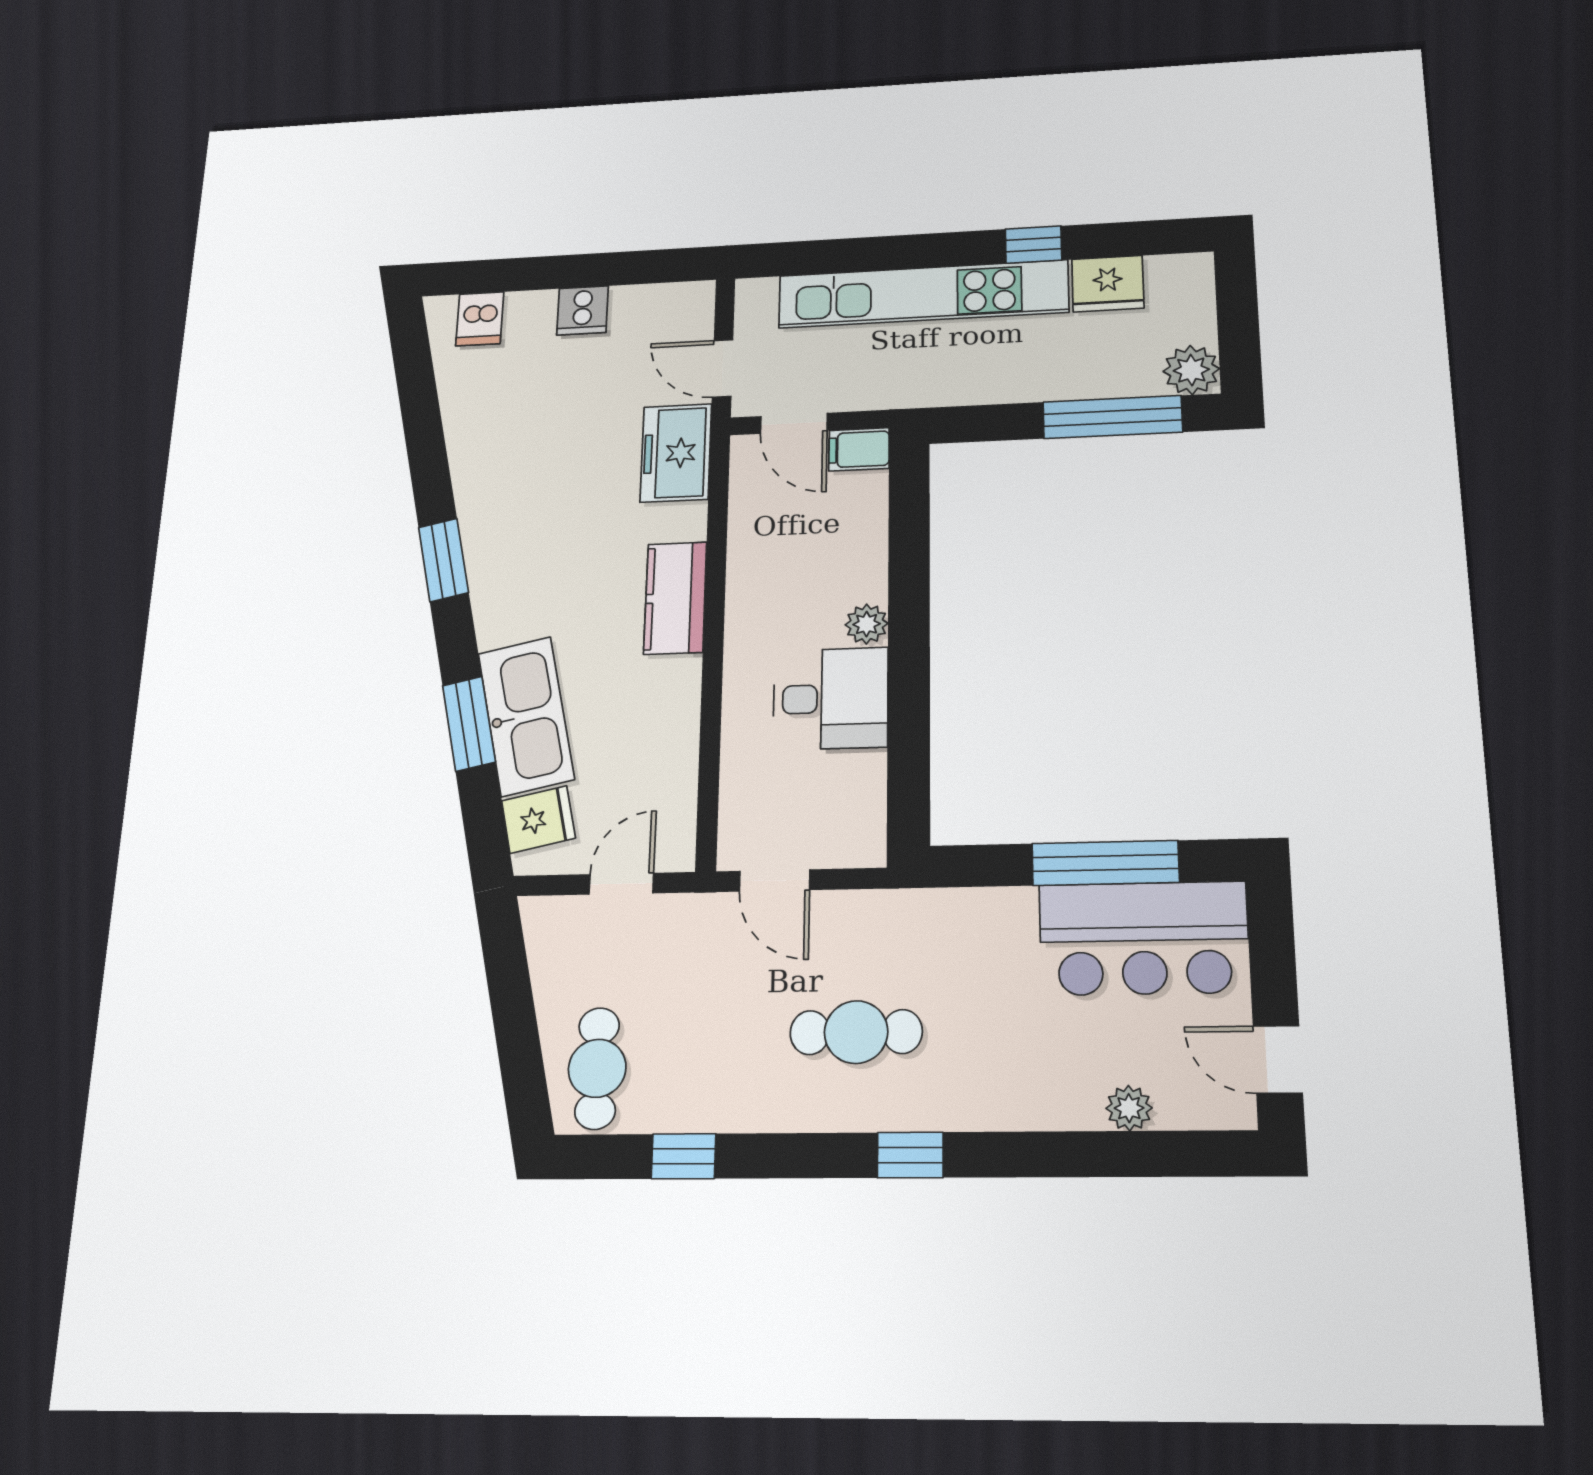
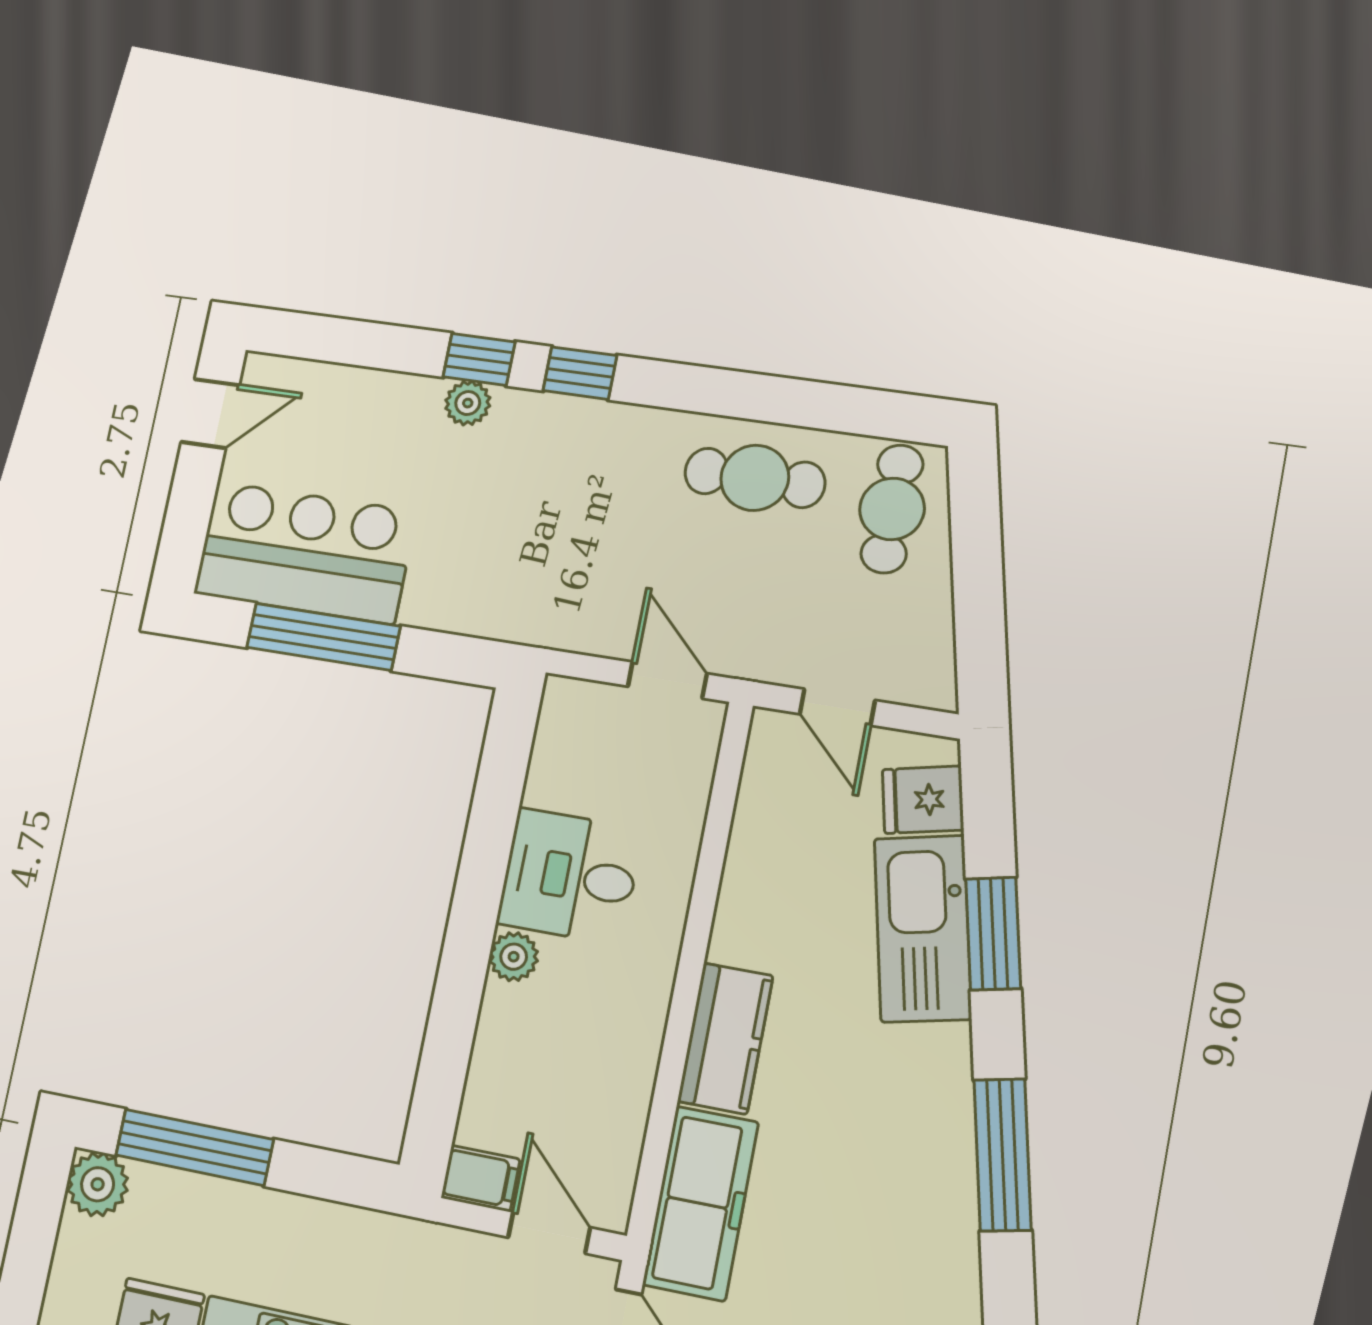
freezer: (676, 453) -> (701, 1203), width x1.40
window: (444, 560) -> (1003, 1155), width x1.44
door: (621, 884) -> (837, 707), hinge flipped
cafe table: (856, 1032) -> (755, 478), moved
door: (1278, 1059) -> (210, 414), hinge flipped
plant: (1129, 1108) -> (468, 403), moved
window: (684, 1156) -> (479, 359), moved

